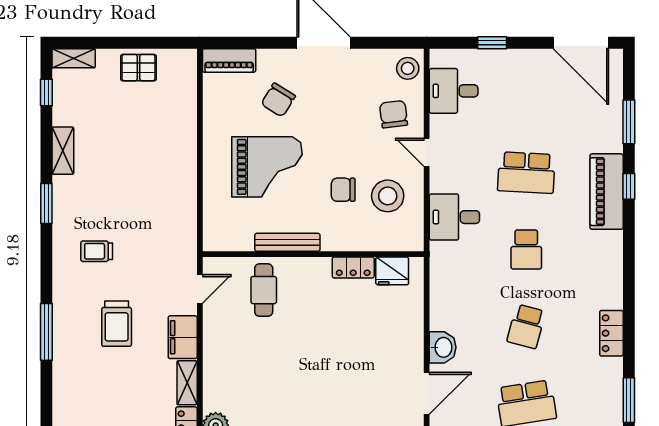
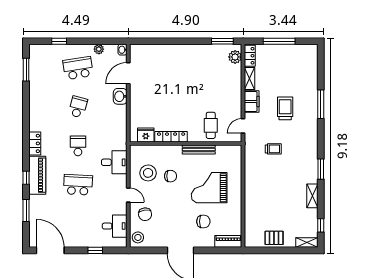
chair: (278, 100) -> (203, 221), turned 58
trolley: (97, 251) -> (273, 149), moved
locker: (353, 267) -> (171, 137), width x1.53
locker: (611, 333) -> (35, 143), moved

